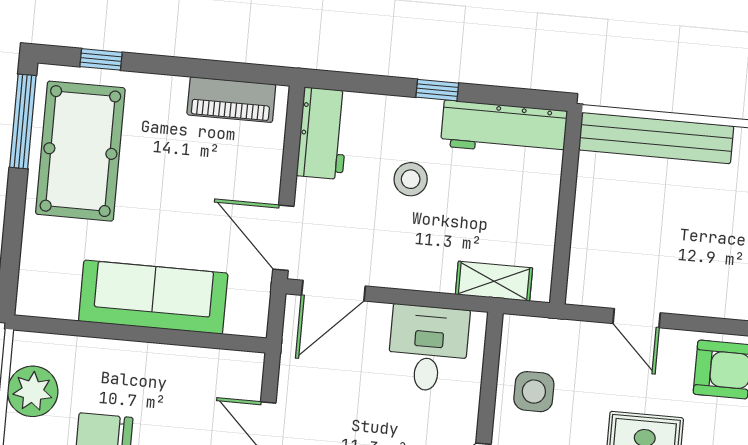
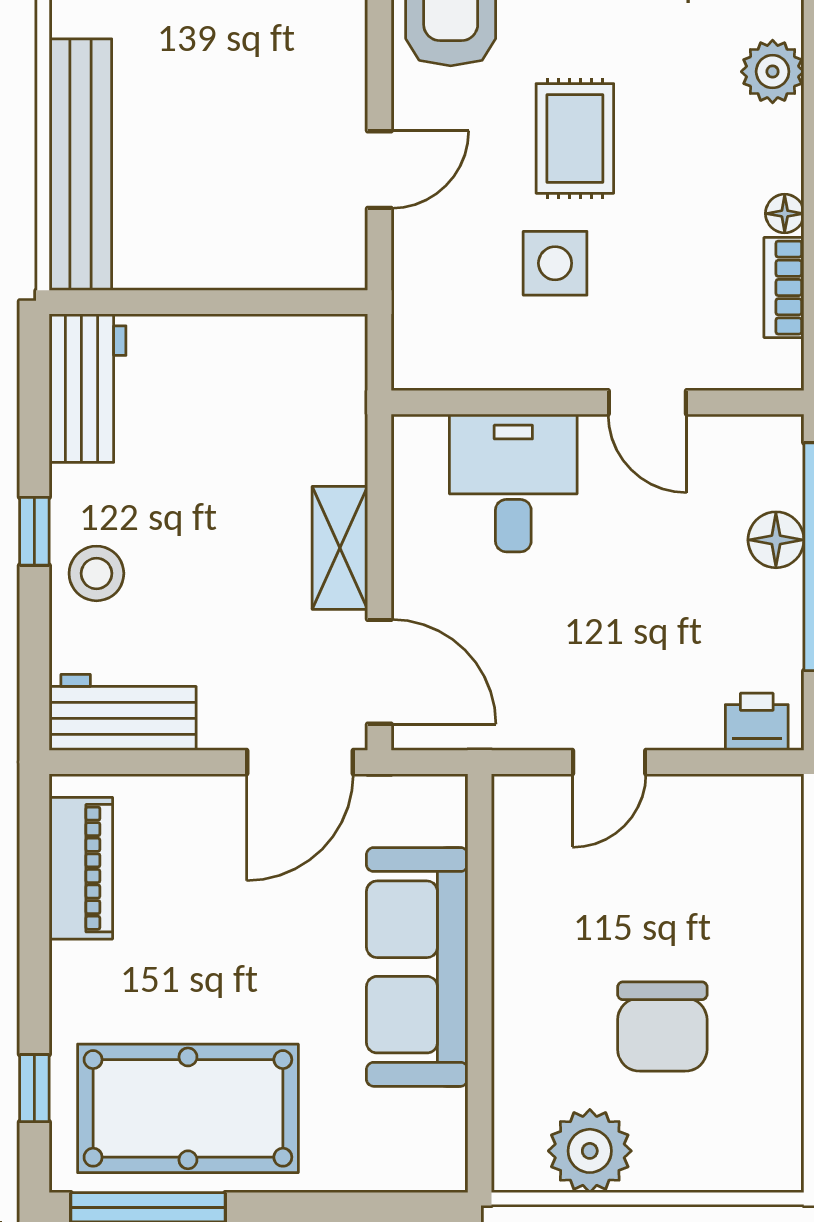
workbench: (504, 128) -> (88, 388), width x0.73
stool: (411, 179) -> (96, 573), moved
shelving: (494, 281) -> (340, 548), moved
desk: (428, 348) -> (513, 483), moved, turned 90
side table: (534, 392) -> (555, 263), moved

